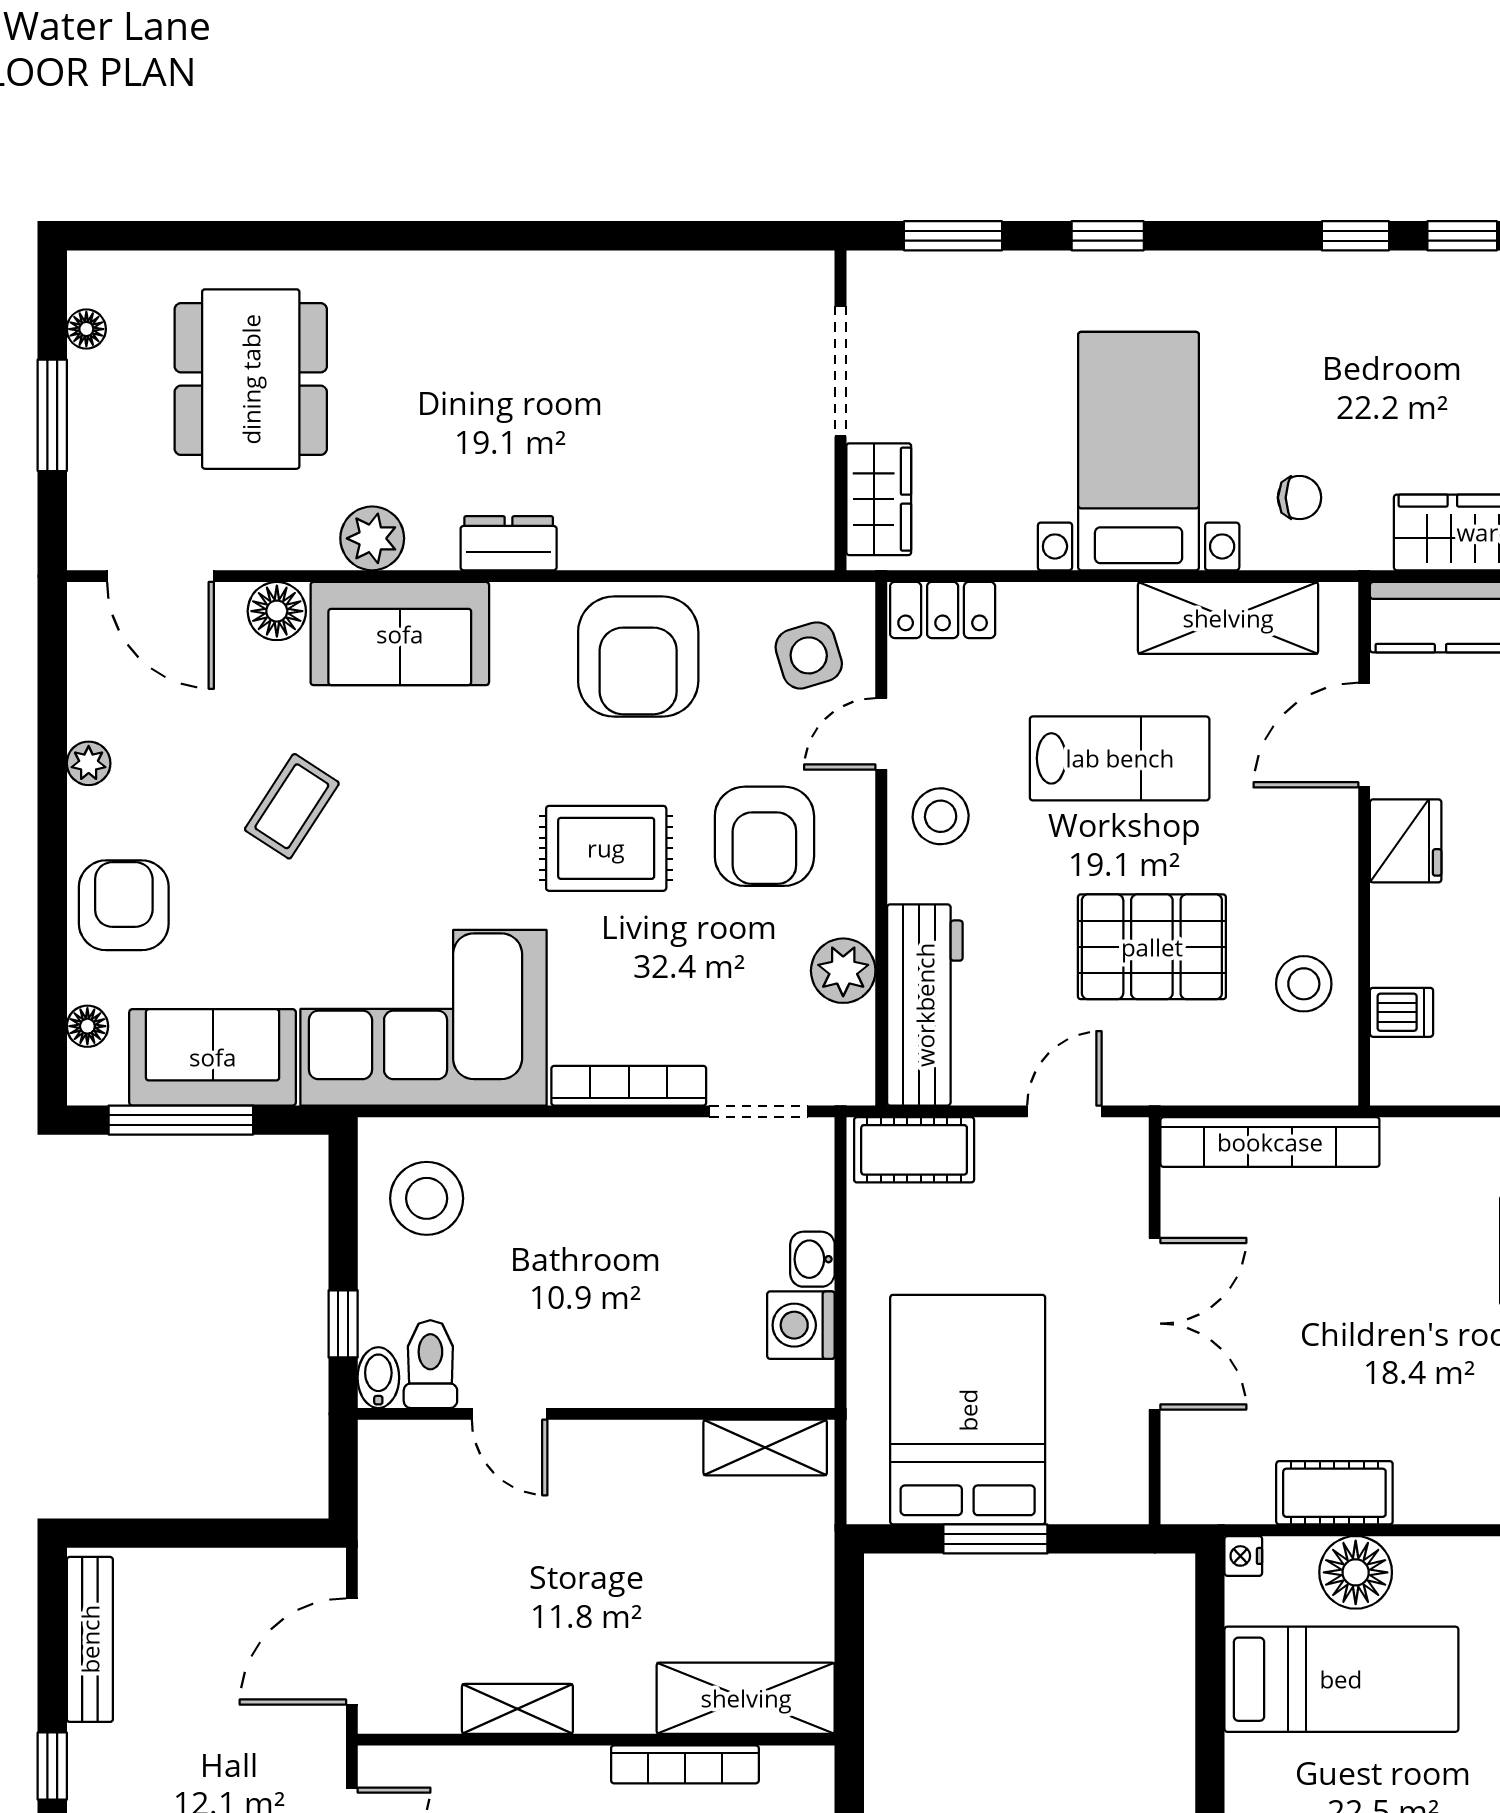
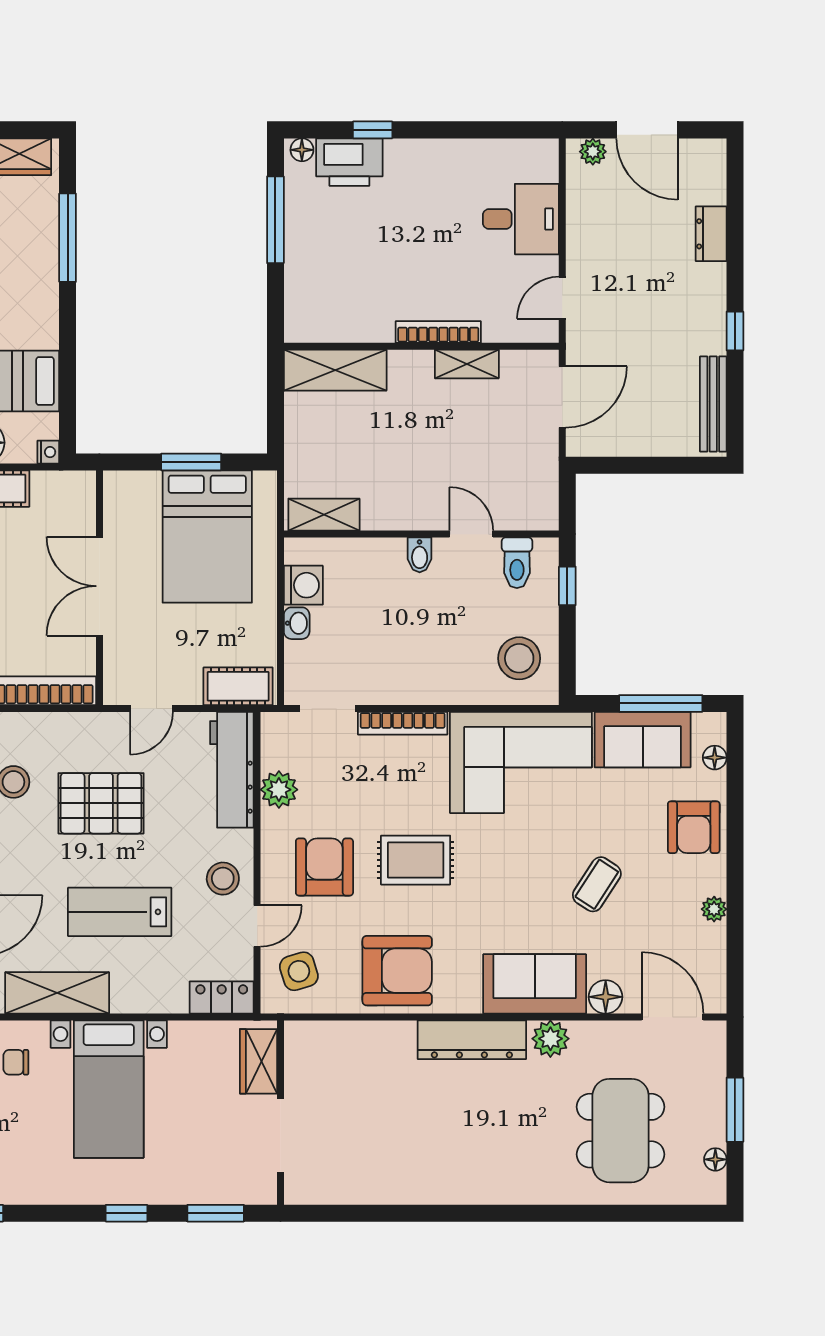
dresser: (509, 543) -> (472, 1040), width x1.96, depth x1.24
armchair: (638, 657) -> (397, 971), turned 90
bidet: (378, 1378) -> (420, 555), moved
bookcase: (685, 1764) -> (438, 332), moved

